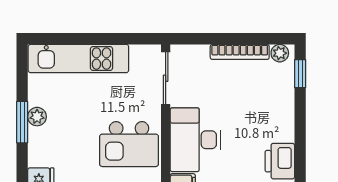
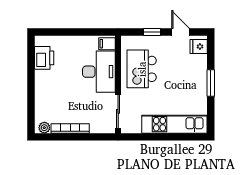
window: (300, 74) -> (31, 114), removed
plant: (37, 117) -> (201, 87), removed
kitchen island: (129, 144) -> (142, 69), turned -90

